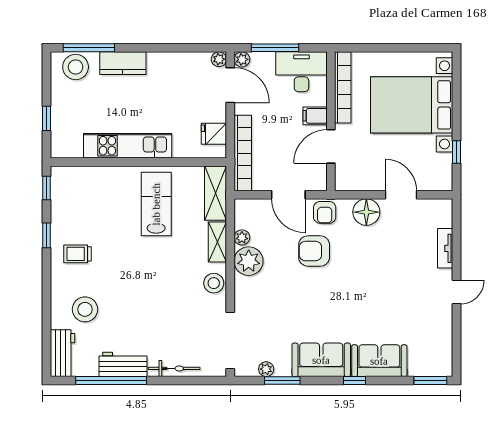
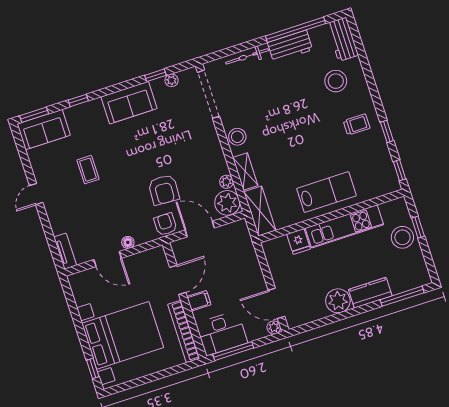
window: (275, 48) -> (233, 351), moved
plant: (219, 59) -> (338, 301), moved, width x1.87, depth x1.87
stool: (76, 67) -> (402, 237), moved
fridge: (214, 134) -> (299, 241), moved, turned 90
window: (457, 152) -> (93, 368), moved
bookcase: (243, 153) -> (248, 251), removed
lab bench: (156, 204) -> (326, 192), moved, turned -90
floor lamp: (366, 212) -> (128, 242), width x0.53, depth x0.53
tv unit: (445, 248) -> (65, 251), moved
armchair: (314, 251) -> (164, 190), turned 93
plant: (249, 261) -> (227, 203), moved
coffee table: (391, 301) -> (88, 170), added
sofa: (379, 361) -> (44, 130), moved
window: (282, 380) -> (155, 75), width x0.67
window: (355, 380) -> (78, 100), moved

